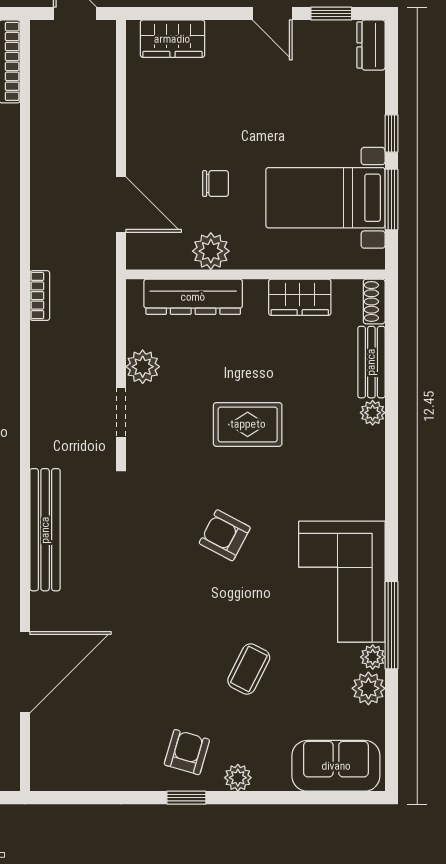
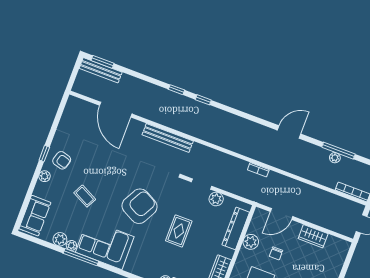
wardrobe: (172, 39) -> (313, 236), moved, turned -90
armchair: (225, 535) -> (140, 206), width x1.88, depth x1.88

